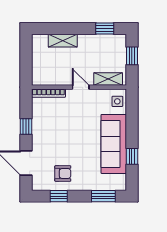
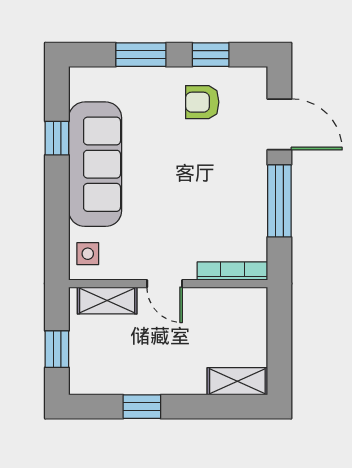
window: (105, 29) -> (142, 407), moved
shelving: (63, 41) -> (237, 381), moved
window: (26, 126) -> (279, 201), width x2.17
window: (103, 196) -> (141, 55), moved

